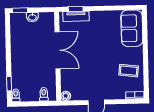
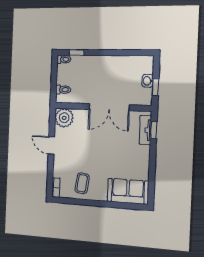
window: (20, 10) -> (155, 87), moved
plant: (66, 96) -> (64, 118), width x1.88, depth x1.88

